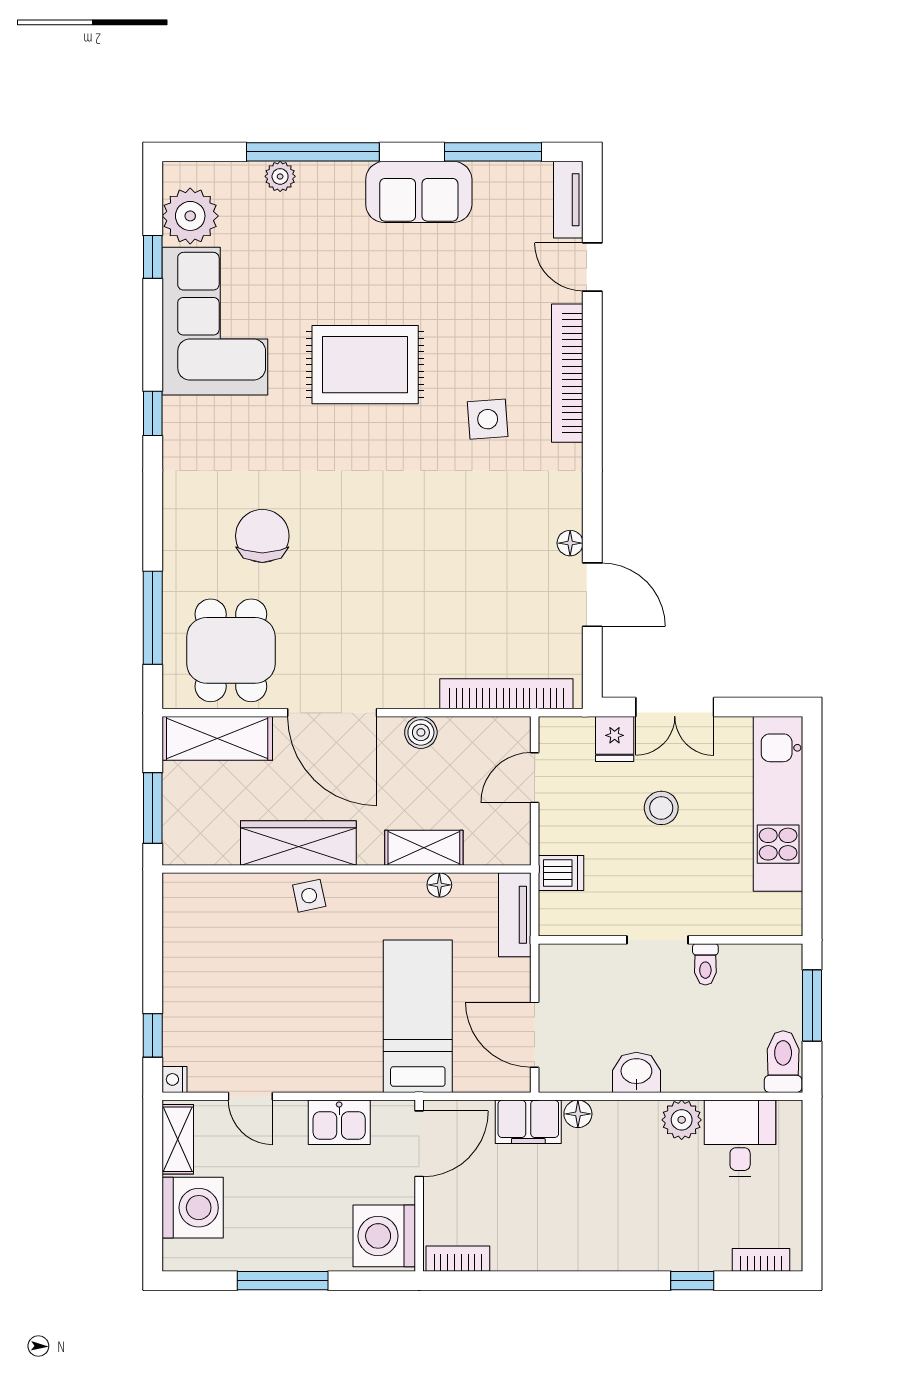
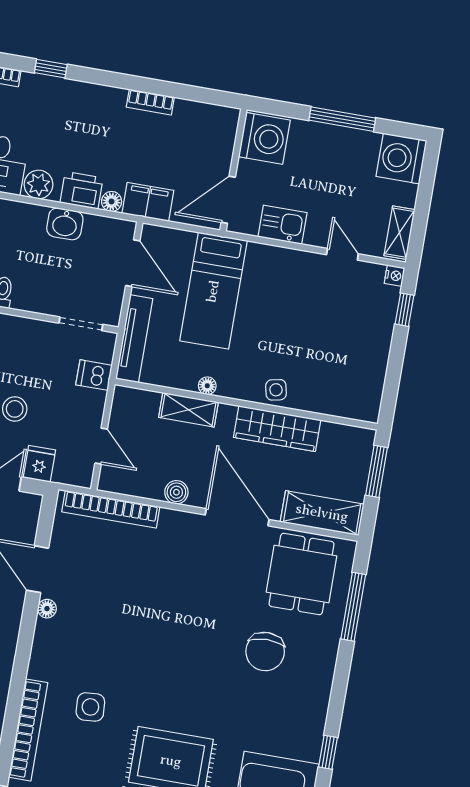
door: (535, 778) -> (101, 446), hinge flipped
floor lamp: (439, 885) -> (207, 386), moved
tv unit: (515, 915) -> (134, 339), width x1.41
doorway: (658, 940) -> (81, 324), moved
printer: (622, 1122) -> (82, 190), added
washing machine: (193, 1208) -> (401, 159), moved
bookcase: (458, 1259) -> (150, 102), moved

